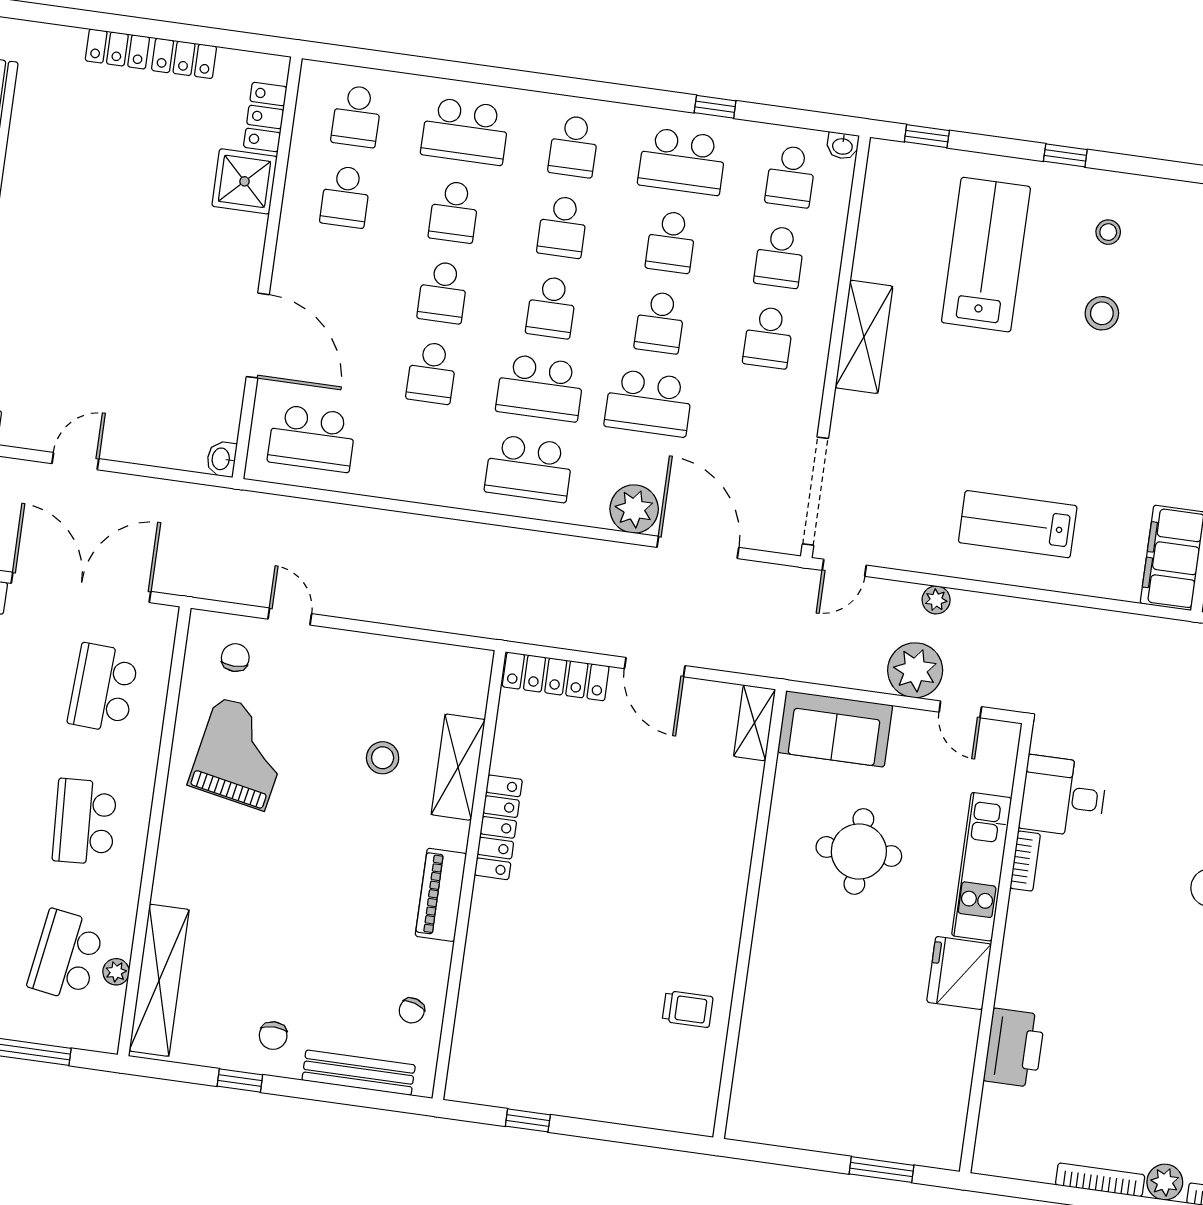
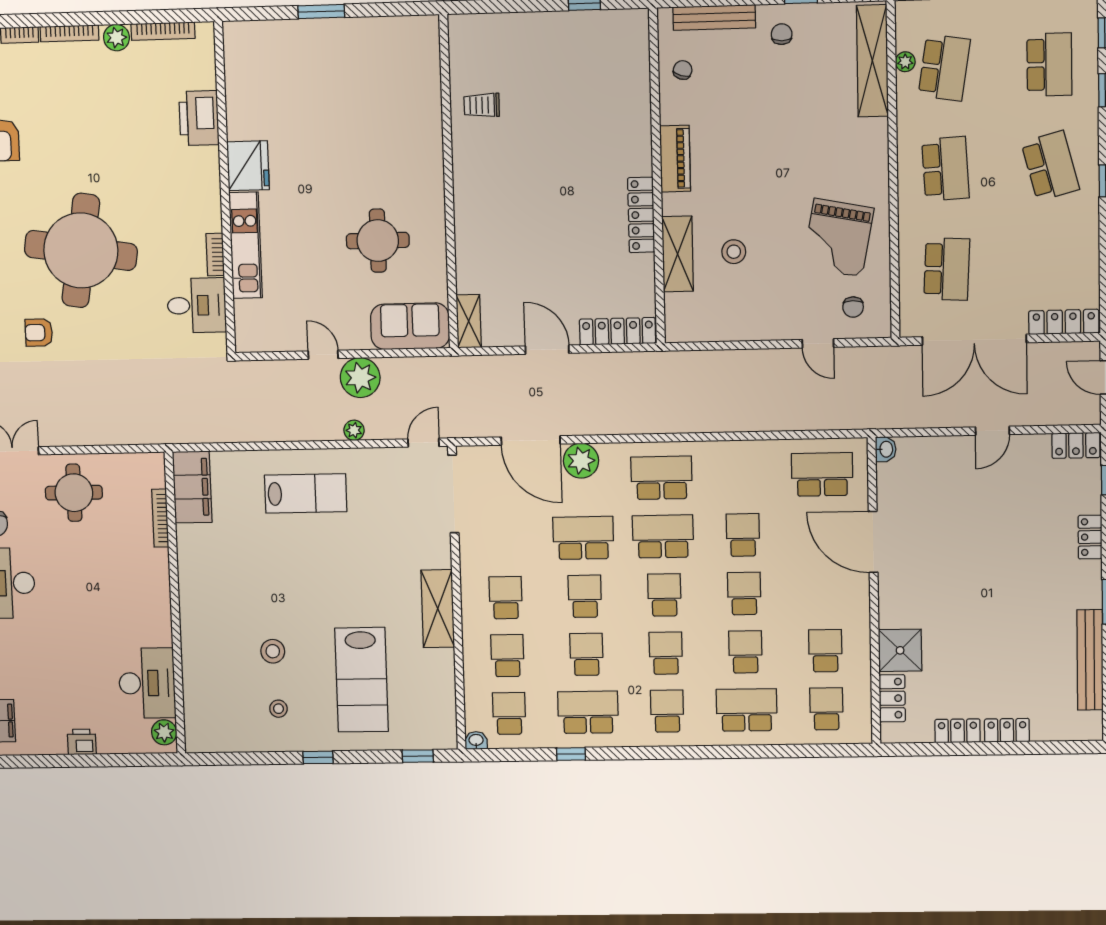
desk: (1063, 796) -> (197, 305), moved
bookcase: (1025, 861) -> (215, 255), moved
kitchen unit: (982, 867) -> (245, 245), moved
wall: (996, 948) -> (225, 188), moved
fridge: (959, 973) -> (248, 166), moved
printer: (1014, 1048) -> (199, 118), moved

